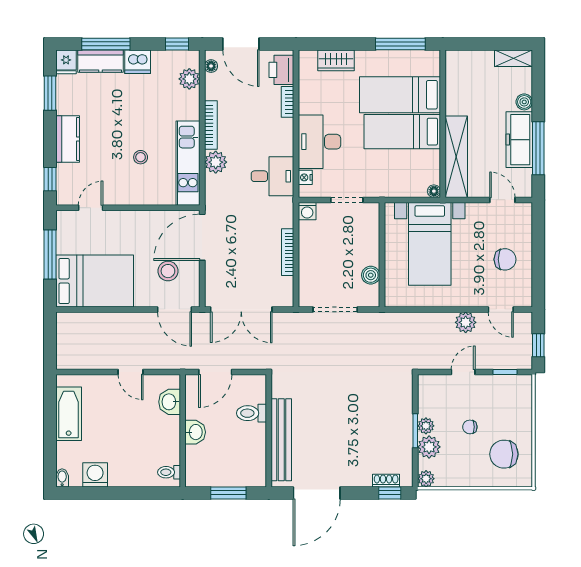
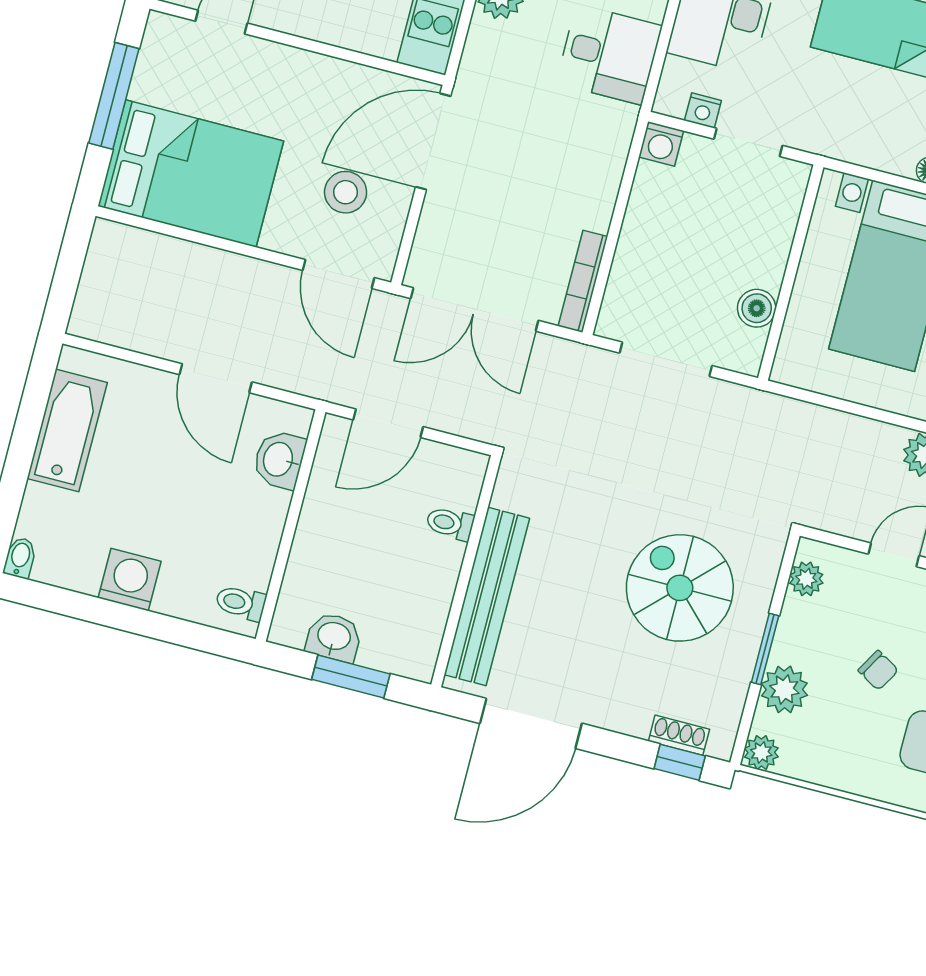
nightstand: (305, 177) -> (703, 110), moved, turned -90
bookcase: (288, 252) -> (583, 281), moved
door: (131, 372) -> (216, 378), width x1.38
toilet: (251, 413) -> (450, 523), width x0.73, depth x0.72
spiral stairs: (369, 413) -> (680, 588), added
plant: (426, 426) -> (806, 579), moved
chair: (470, 427) -> (878, 670), turned -150
washbasin: (195, 432) -> (334, 637), moved, turned -90
washing machine: (95, 475) -> (130, 580), moved

